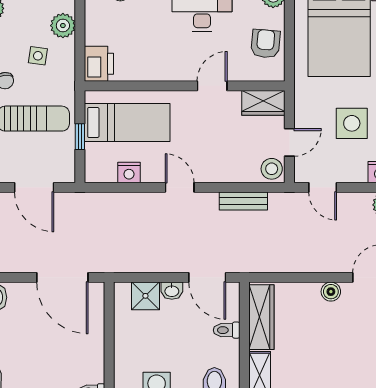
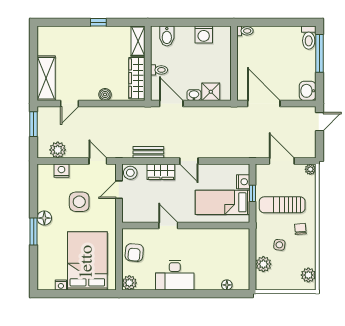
printer: (99, 64) -> (240, 240), removed
door: (212, 86) -> (168, 226), swing flipped
wardrobe: (263, 103) -> (161, 172), moved, turned 180
nightstand: (129, 173) -> (243, 182), moved, turned 90
boiler: (331, 292) -> (105, 94), moved

